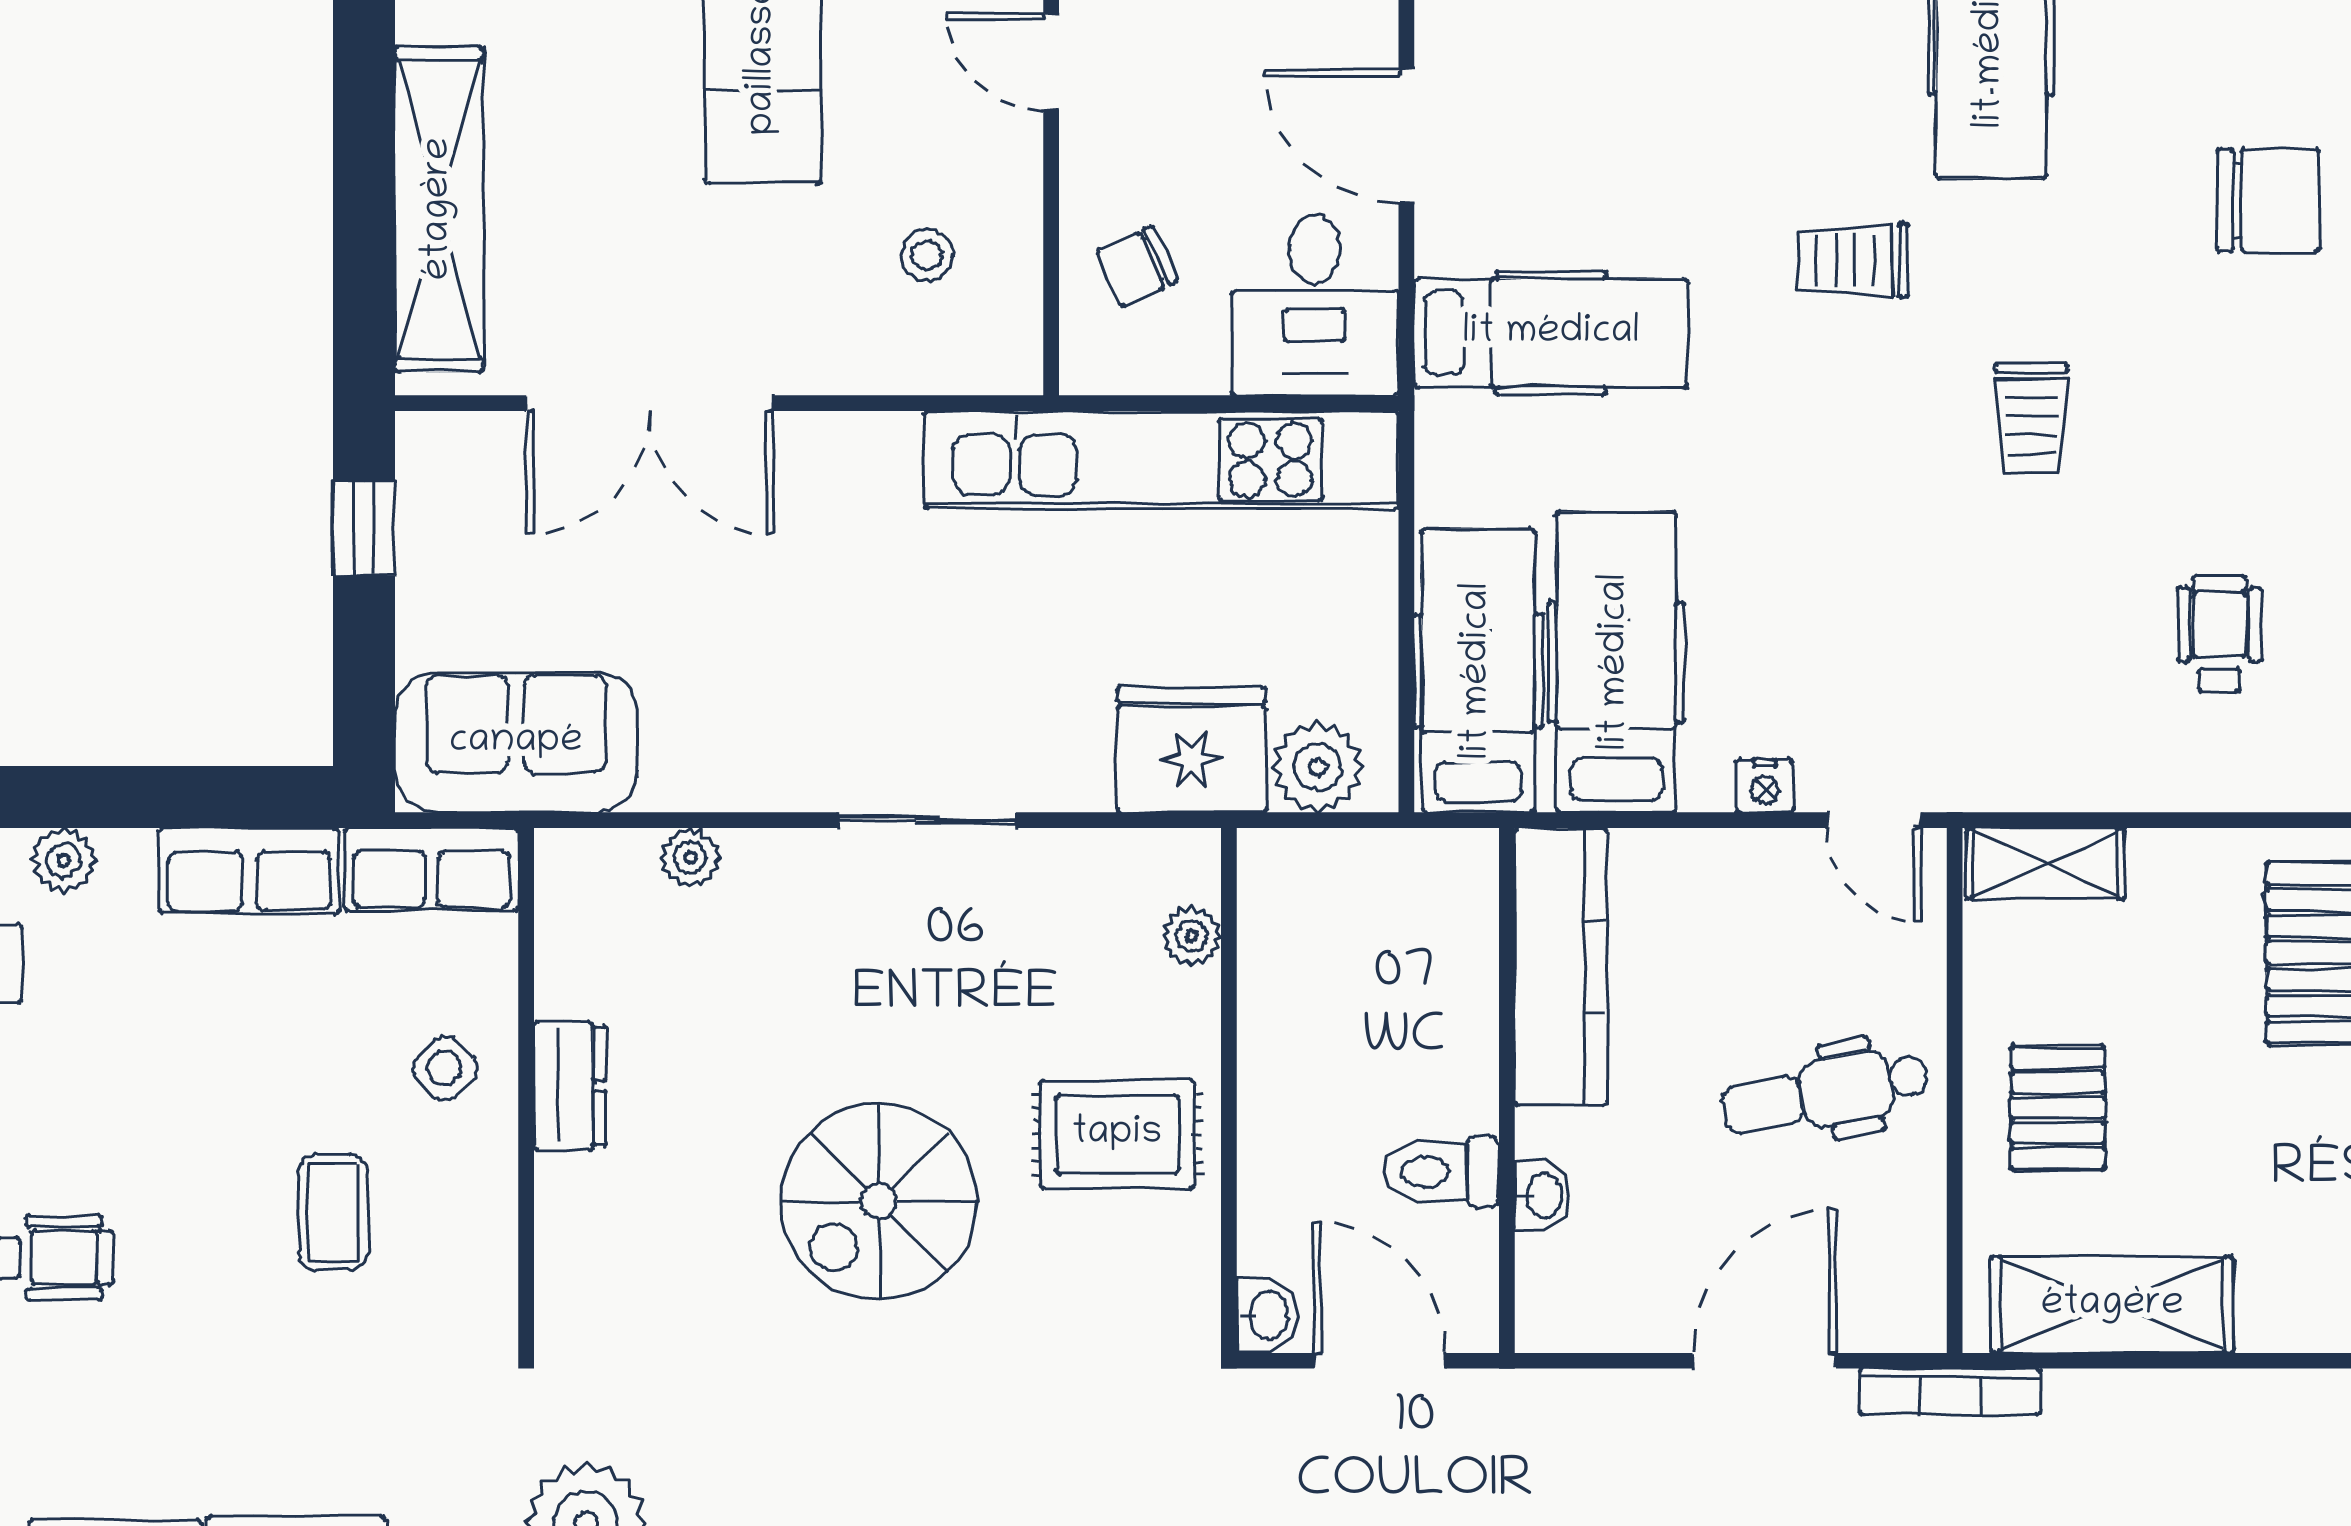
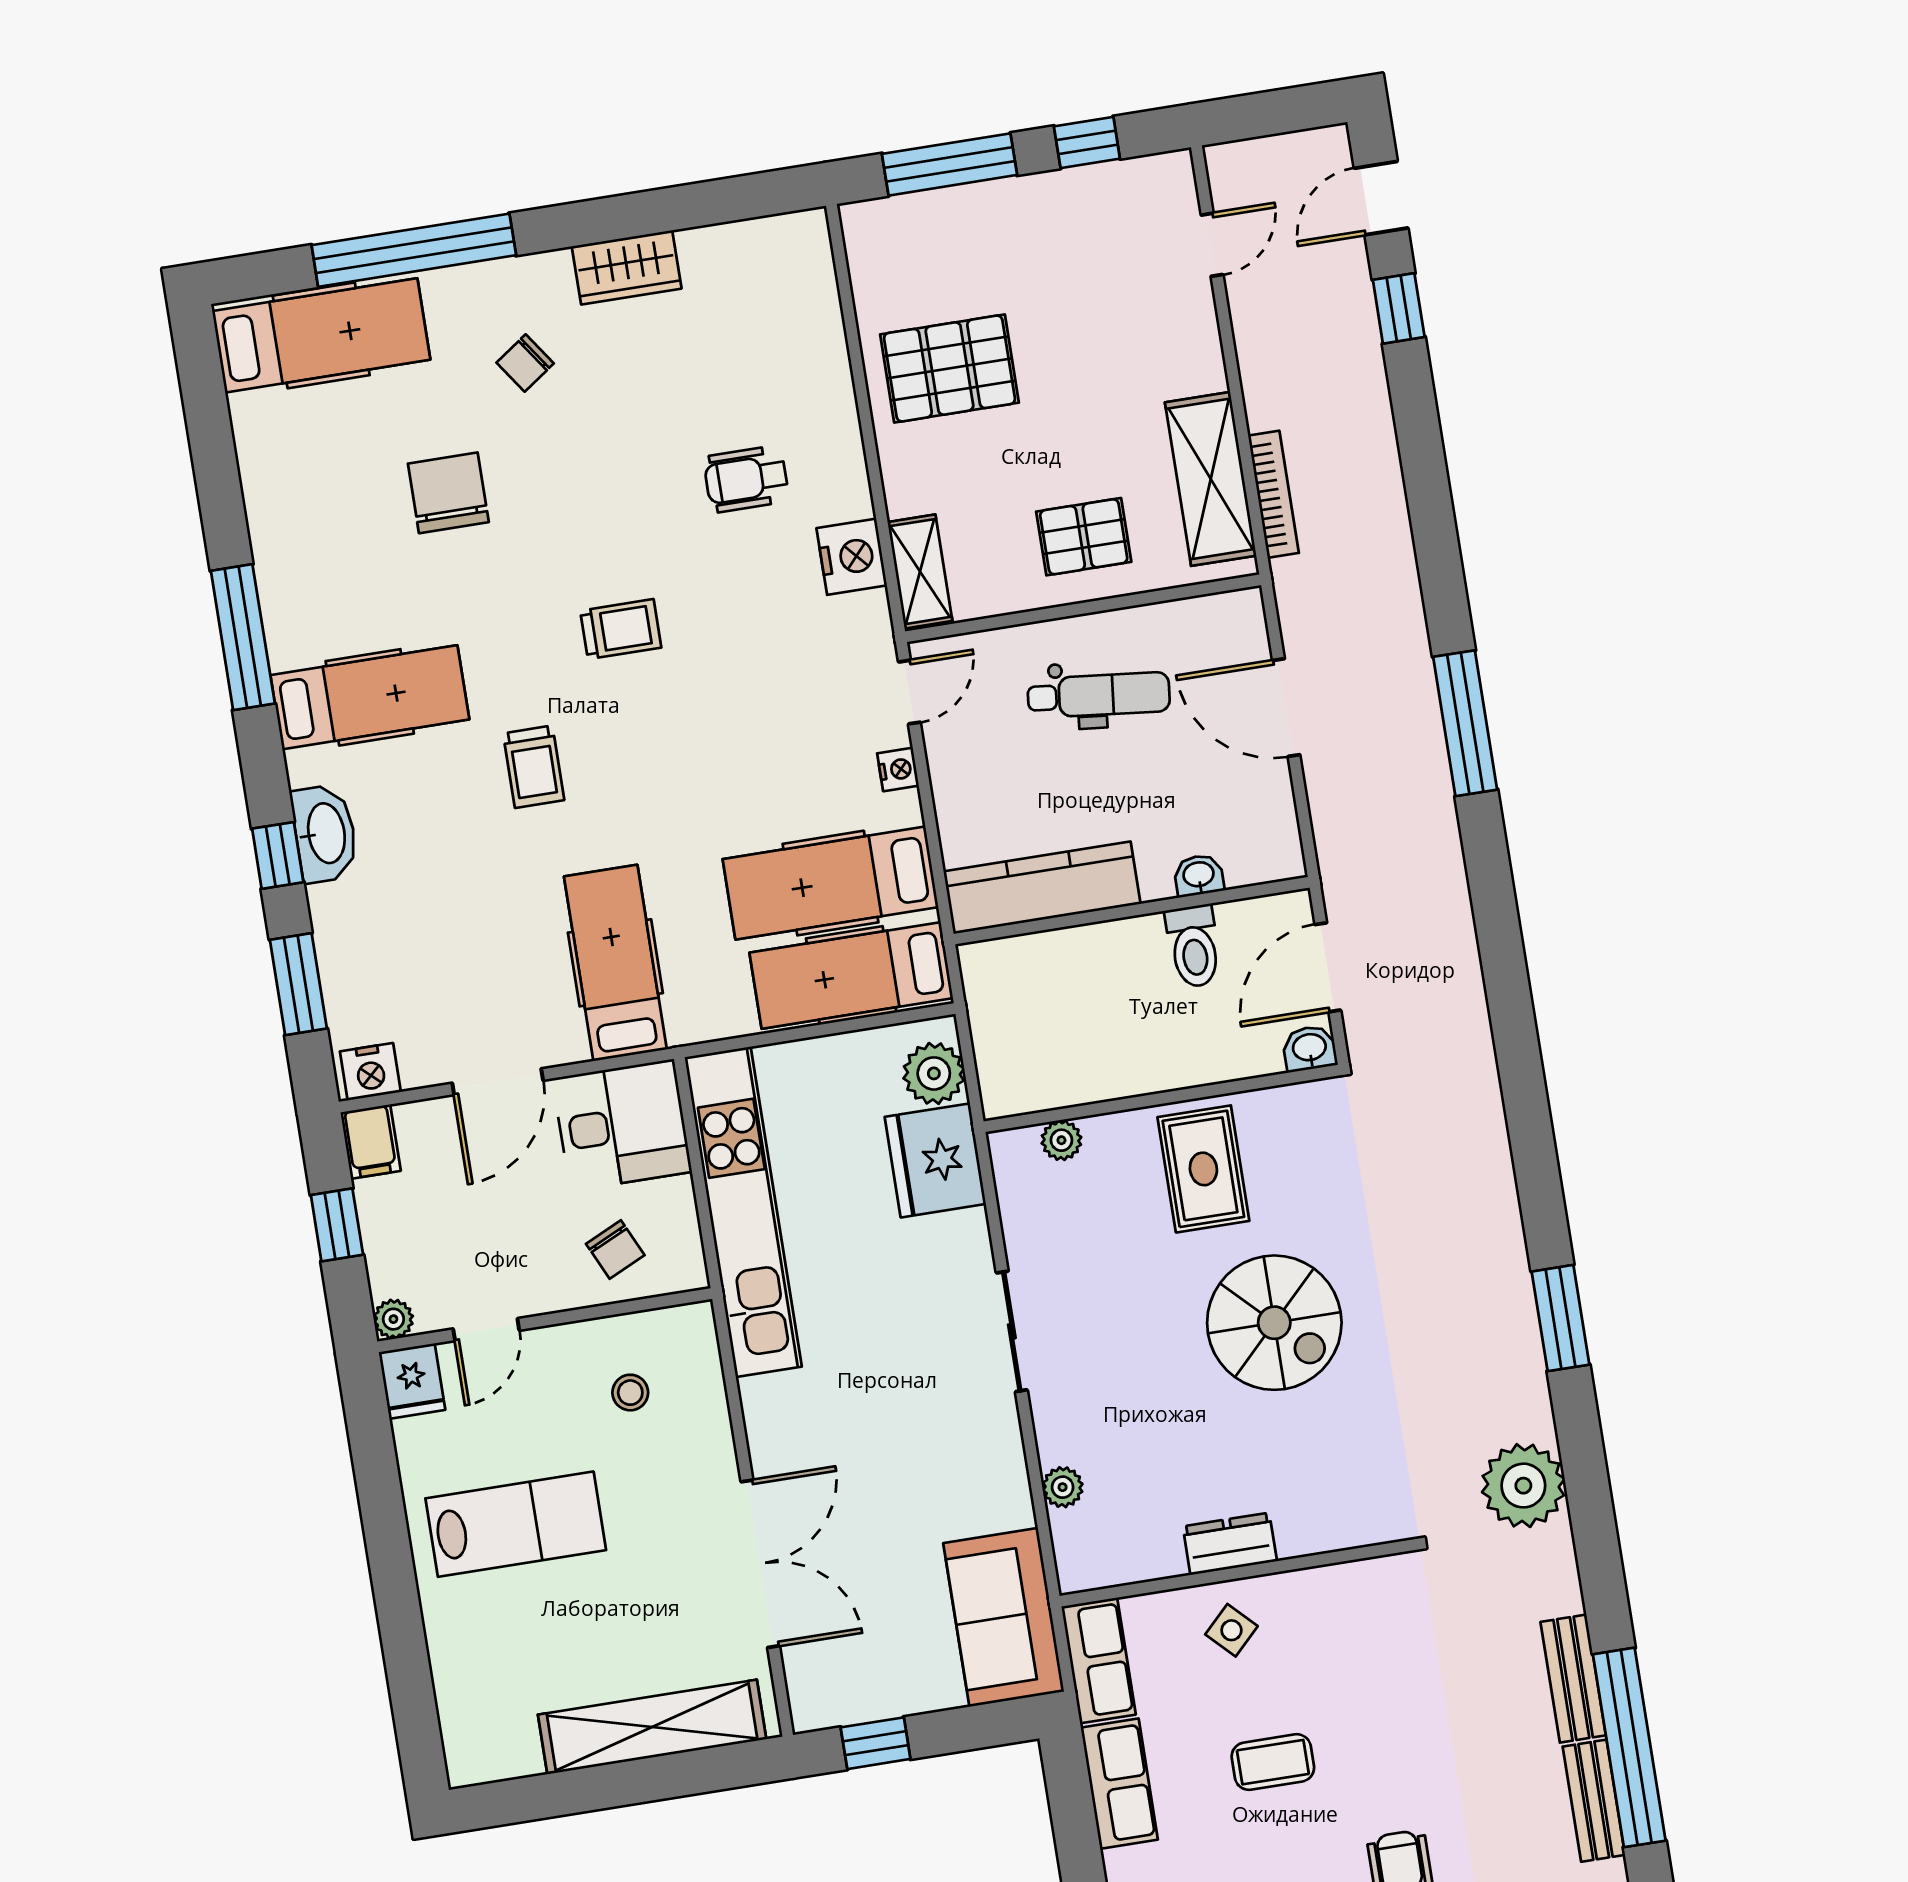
nightstand: (2083, 768) -> (852, 557), added
dental chair: (1826, 1093) -> (1099, 695), turned -73
coffee table: (333, 1212) -> (1273, 1762), moved
bookcase: (1950, 1392) -> (1273, 494), moved

